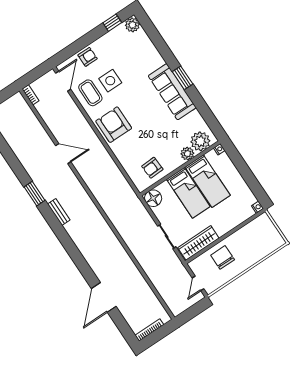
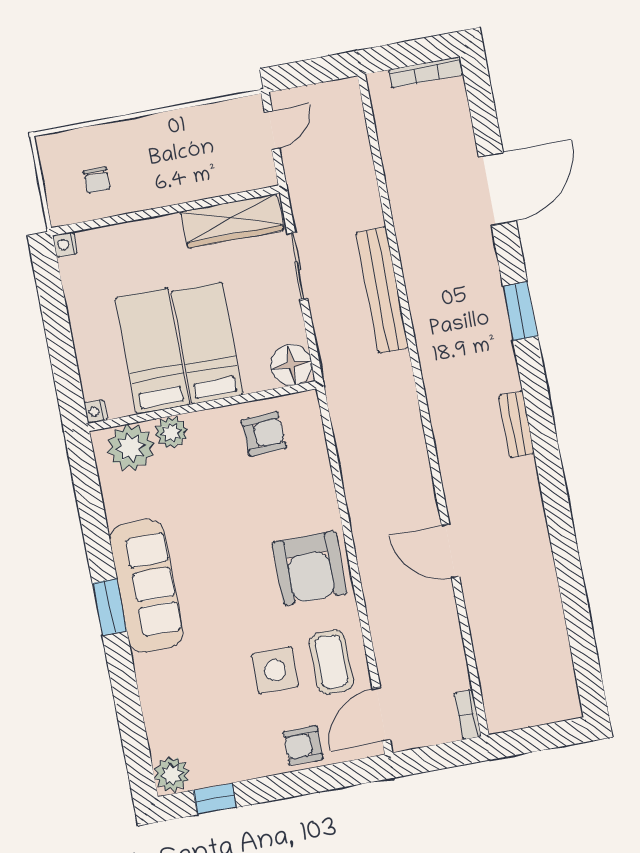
window: (35, 194) -> (520, 311), moved
bench: (131, 241) -> (382, 290), added
chair: (223, 257) -> (97, 180), moved, width x0.54, depth x0.54

